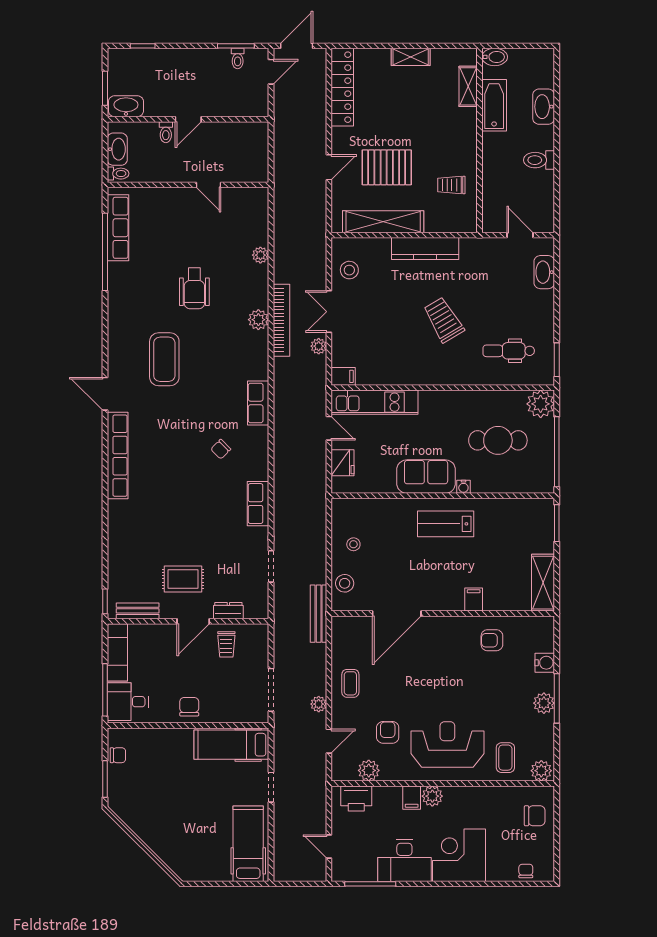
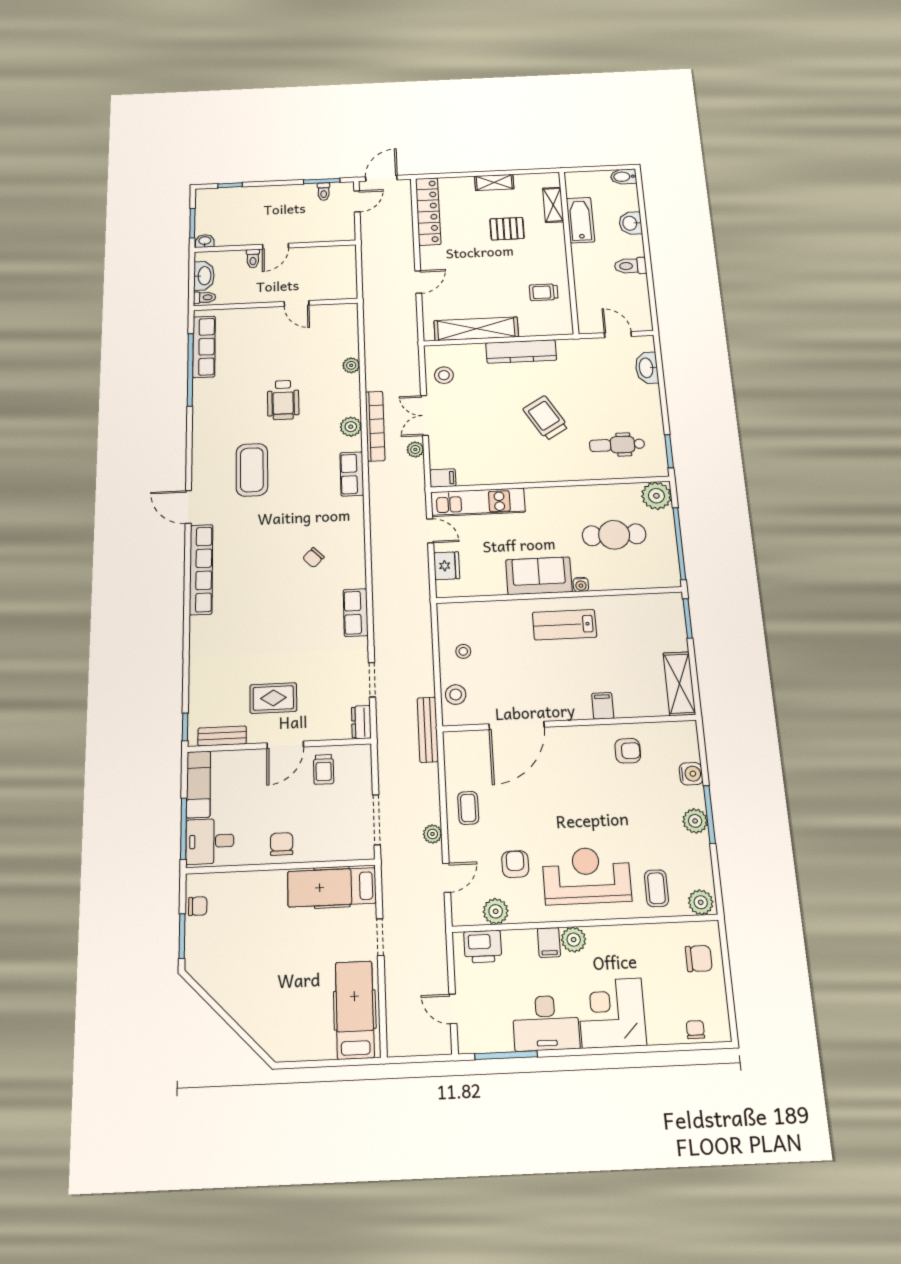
bidet: (495, 57) -> (624, 177), moved, turned 180
washbasin: (126, 106) -> (205, 241), width x0.52, depth x0.69
washbasin: (544, 107) -> (630, 223), width x0.72
pallet: (387, 167) -> (507, 229), moved, width x0.67, depth x0.71
row of seats: (258, 403) -> (352, 474), moved
dresser: (228, 611) -> (361, 722), moved, turned -90
armchair: (492, 640) -> (628, 751), turned 180

